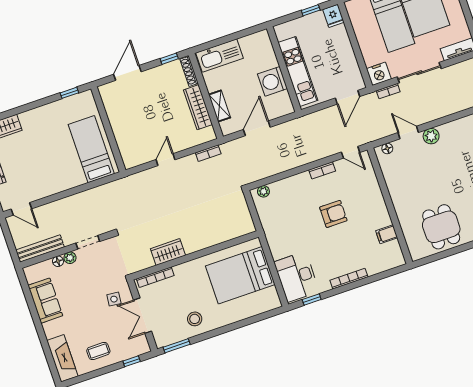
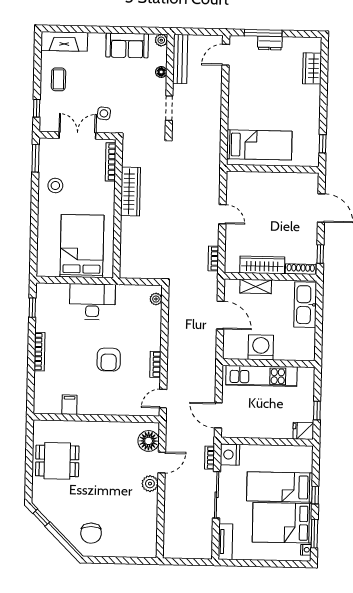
floor lamp: (387, 148) -> (149, 441), width x1.89, depth x1.89
wardrobe: (168, 252) -> (131, 191), width x1.50
plant: (70, 258) -> (161, 40), moved
desk: (297, 277) -> (92, 302), moved

